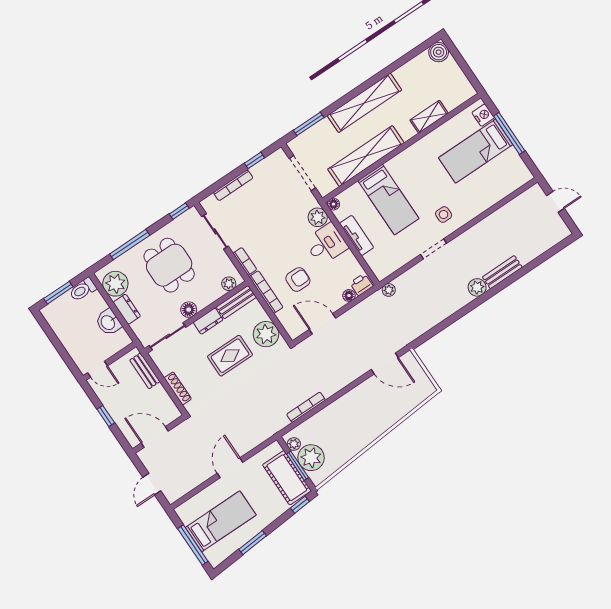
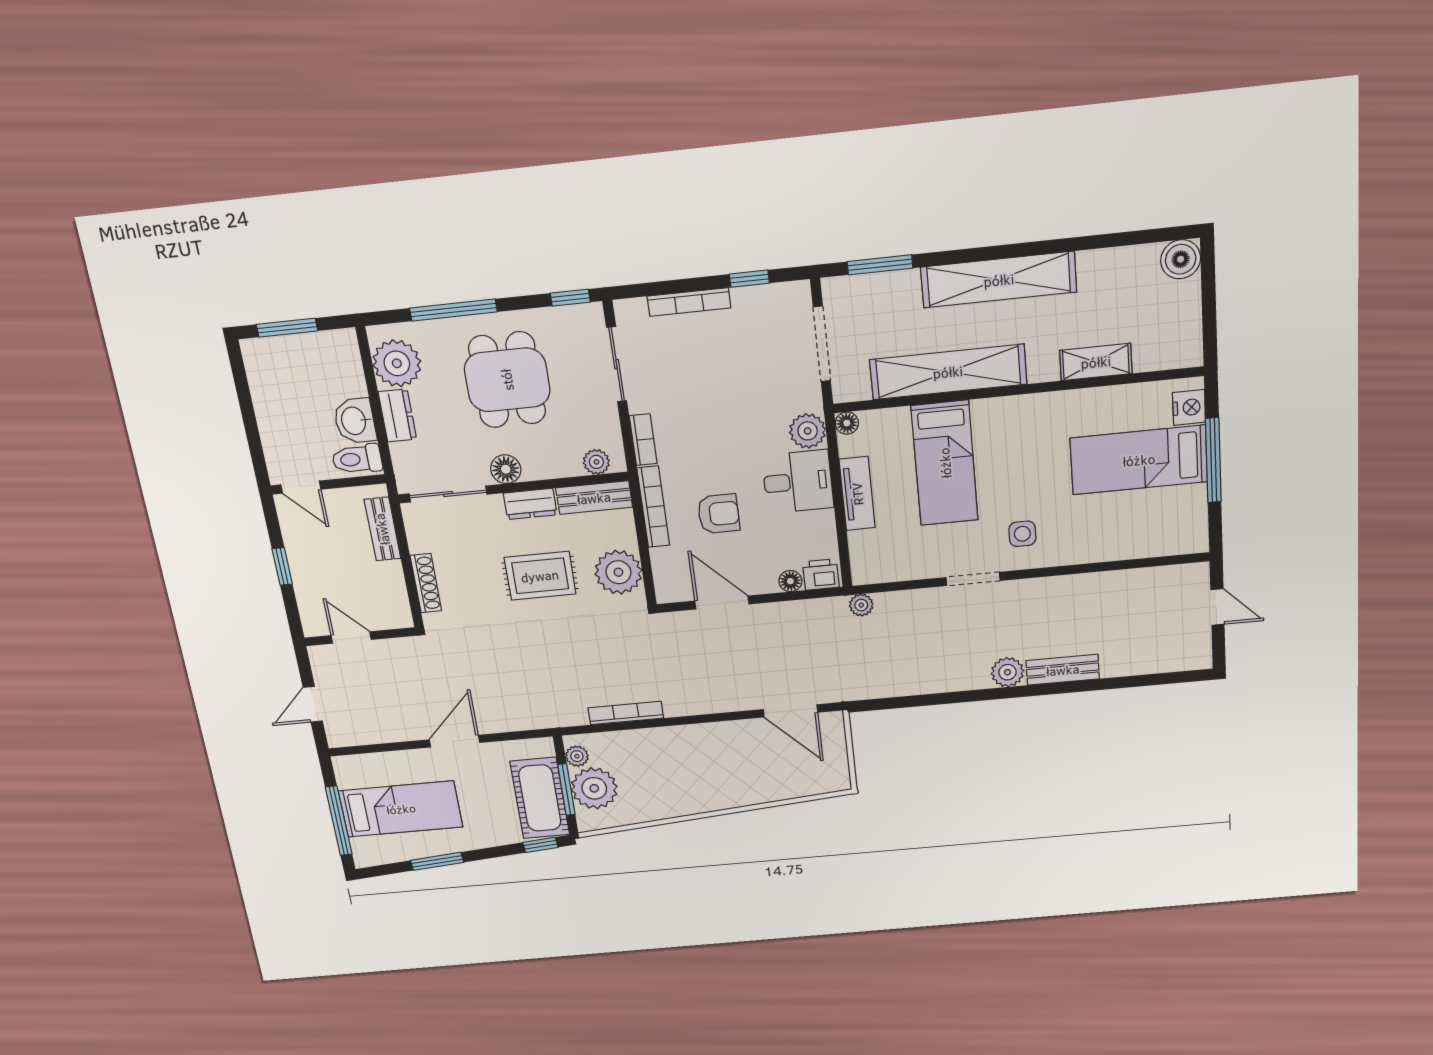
toilet: (83, 290) -> (357, 459), moved
door: (155, 437) -> (351, 638), width x0.73

